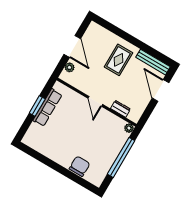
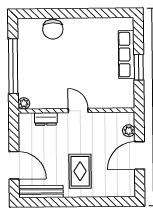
door: (72, 46) -> (139, 155), hinge flipped
row of seats: (47, 108) -> (126, 54), moved

